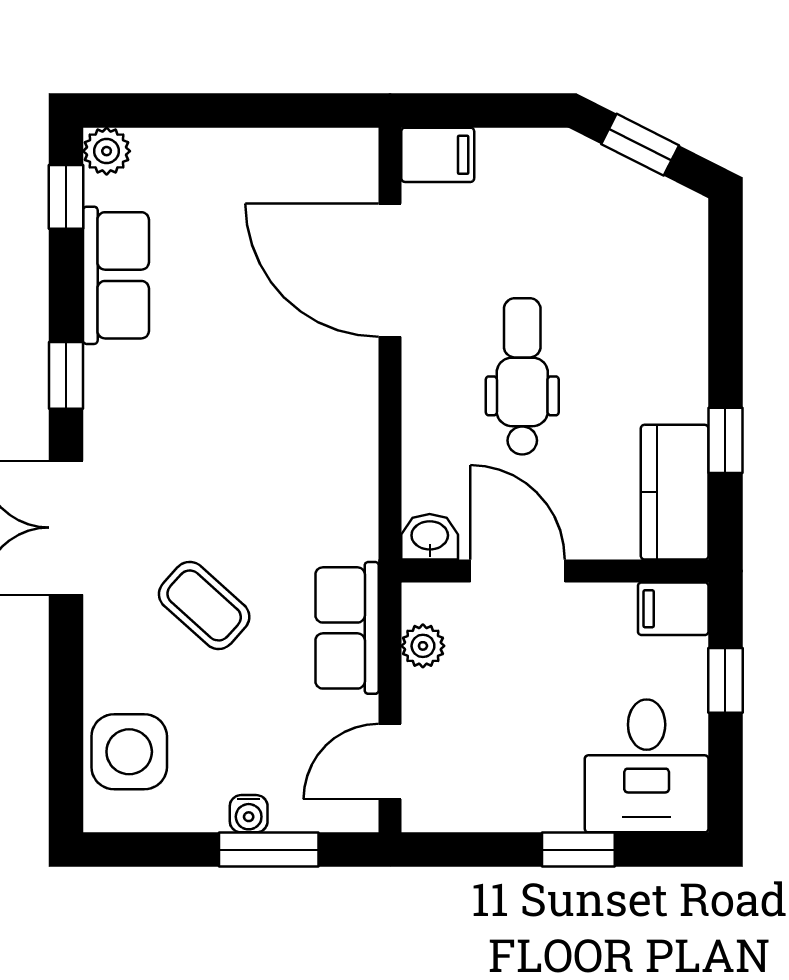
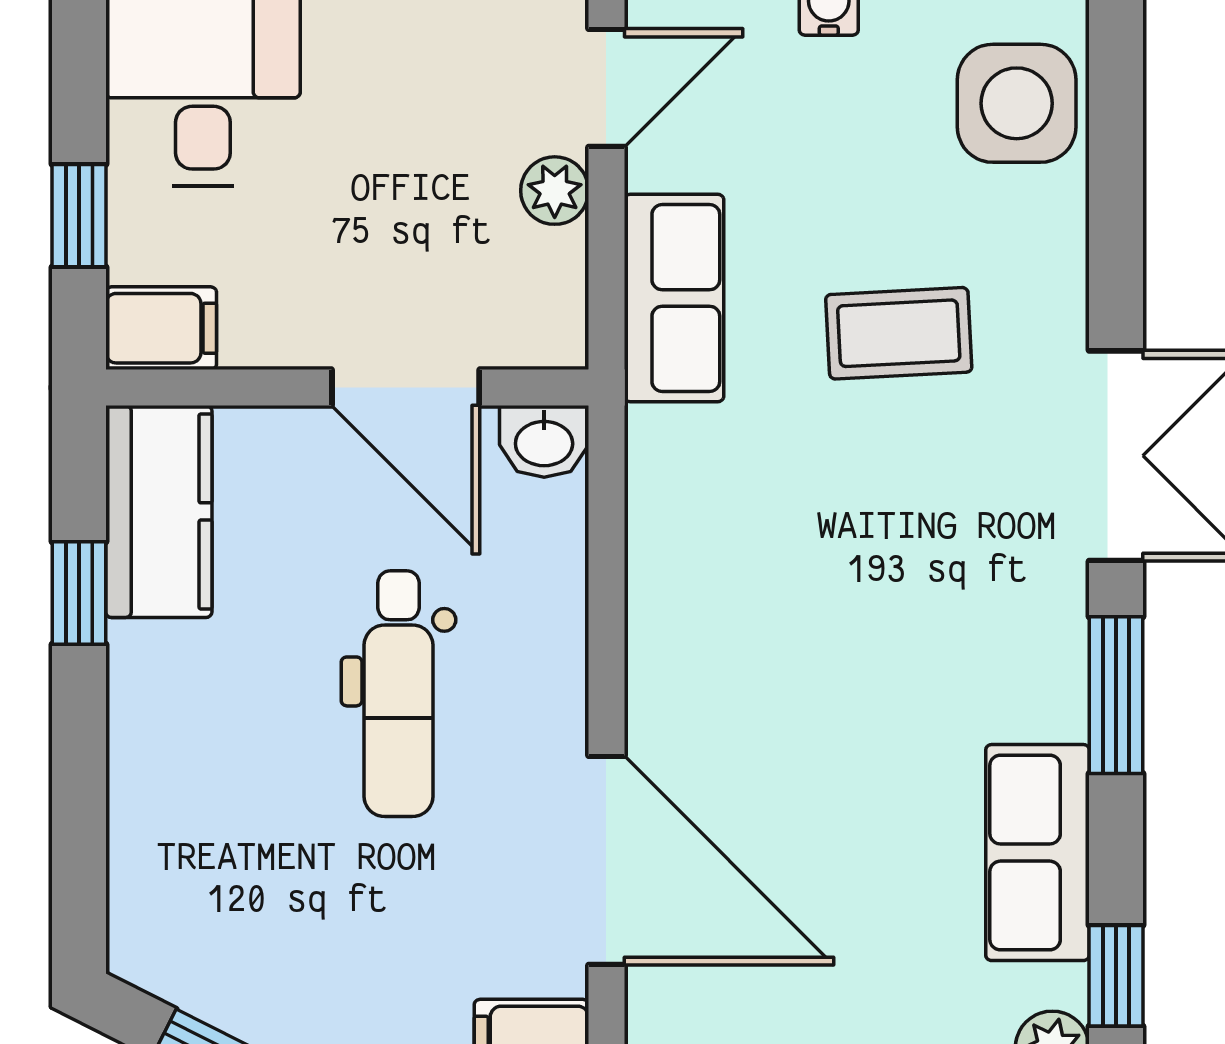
window: (66, 375) -> (1116, 695), width x1.50
coffee table: (204, 605) -> (899, 333), turned -45
plant: (423, 646) -> (555, 191), moved

